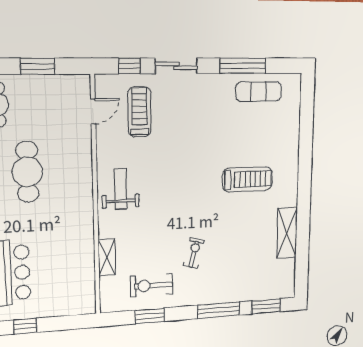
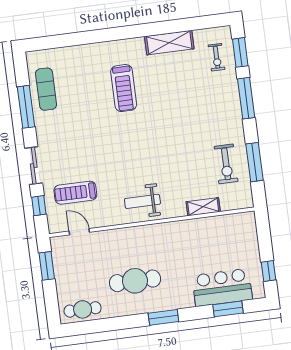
window: (38, 66) -> (47, 266), moved
treadmill: (248, 179) -> (124, 88), turned 180
exercise bike: (194, 253) -> (217, 57), moved, turned -104
window: (150, 316) -> (254, 162), width x1.44

